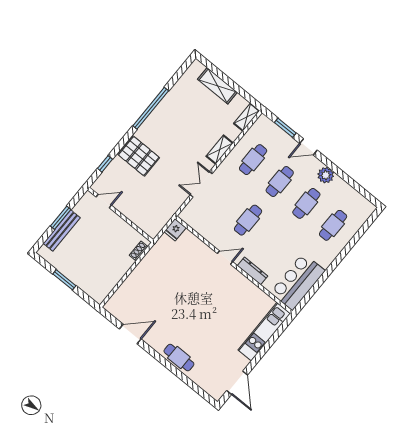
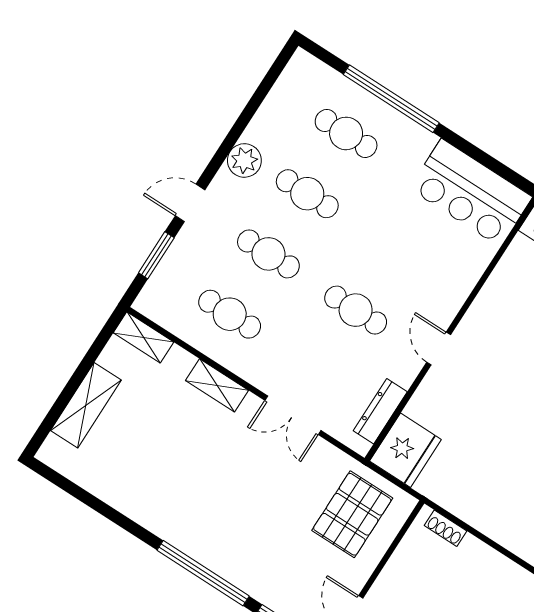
window: (151, 108) -> (203, 573), moved
door: (308, 147) -> (190, 203), swing flipped
pallet: (139, 156) -> (352, 514), moved
fridge: (175, 230) -> (405, 450), width x1.88, depth x1.34
window: (347, 249) -> (391, 99), added
dresser: (253, 271) -> (380, 411), moved

